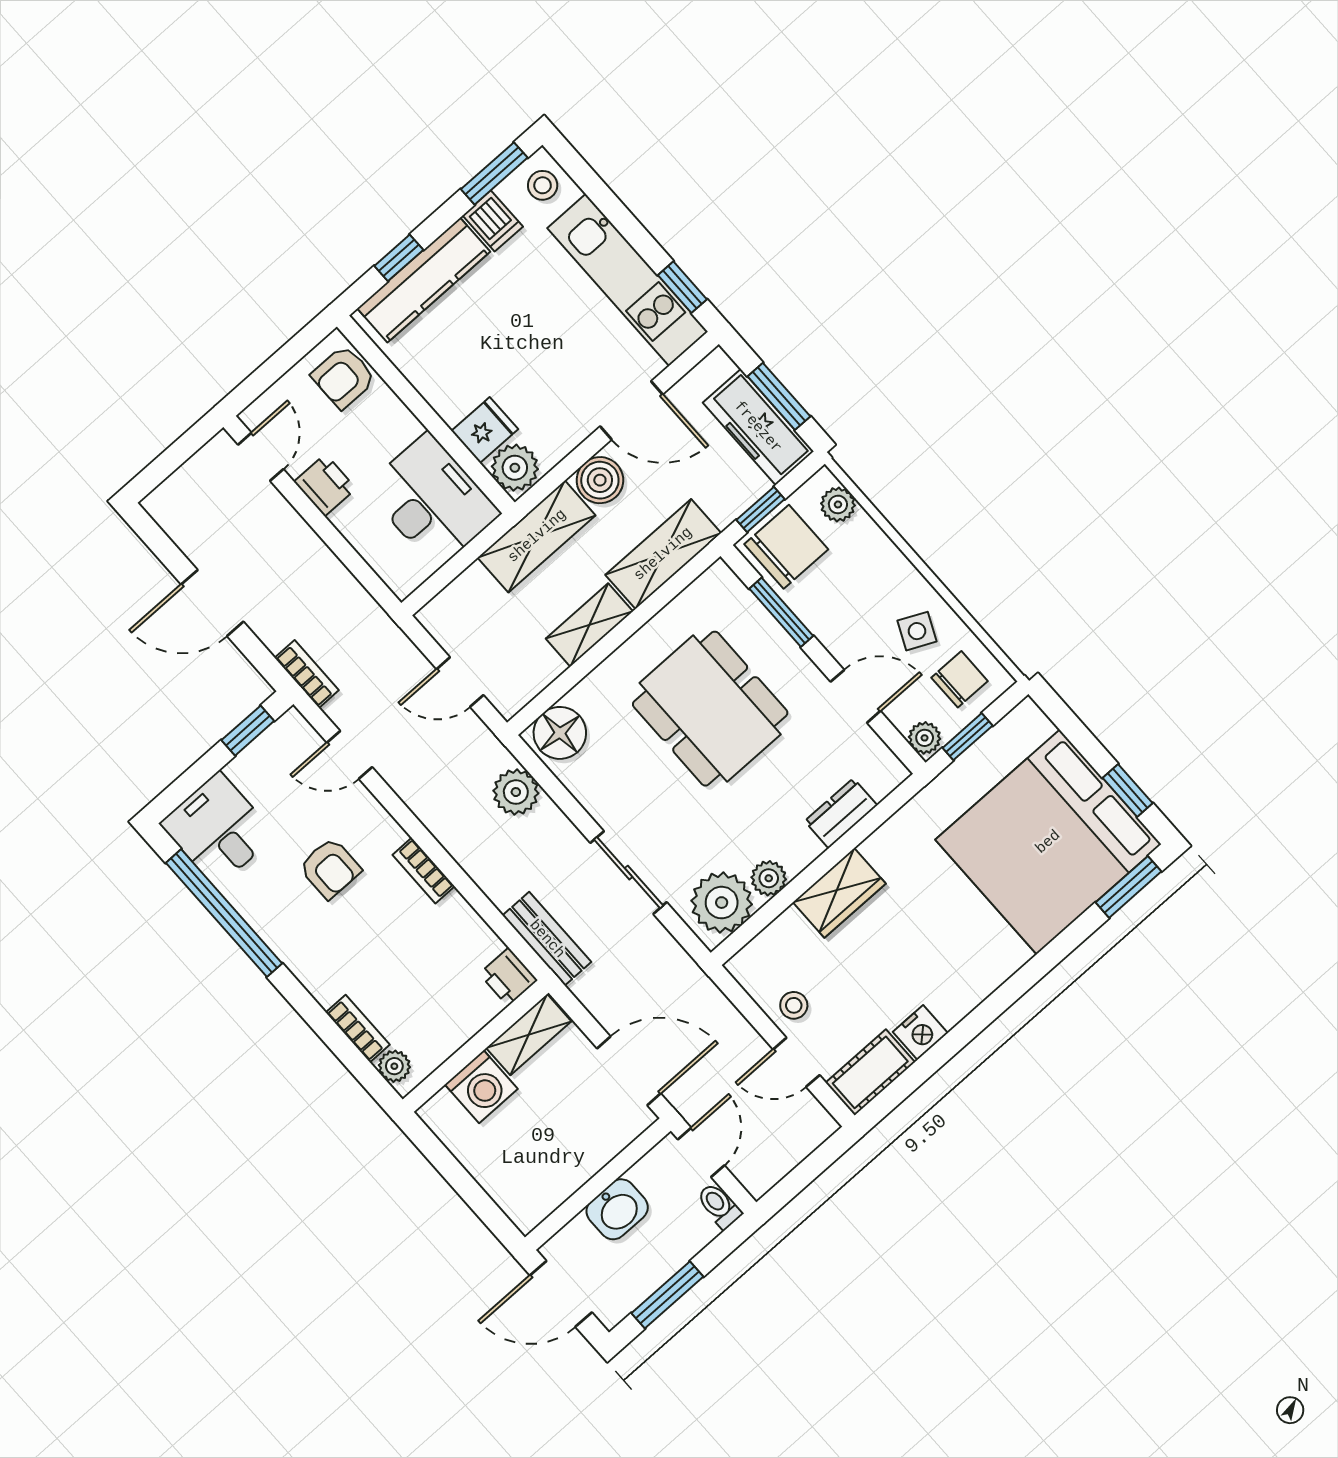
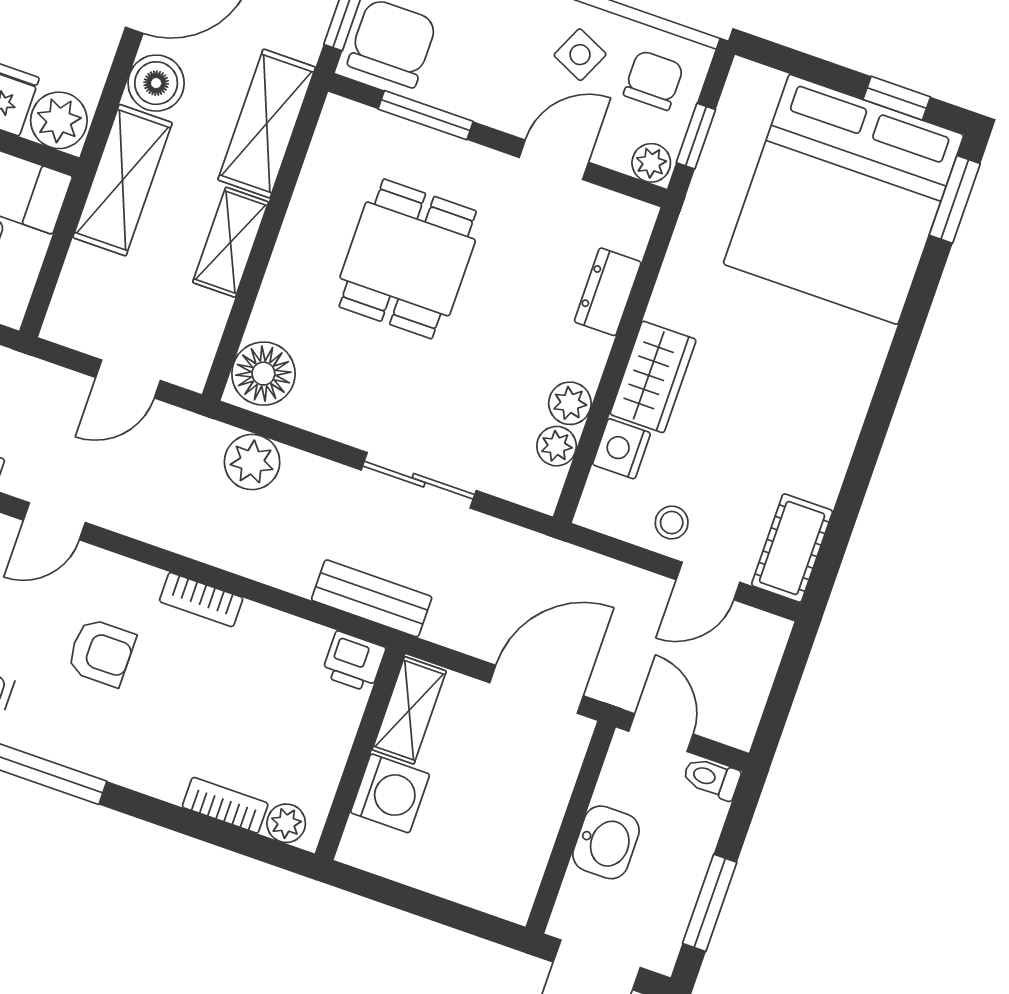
dining table: (710, 709) -> (408, 259), width x0.73
plant: (722, 903) -> (557, 446), width x0.53, depth x0.53
nightstand: (920, 1032) -> (622, 449), moved, turned 180

